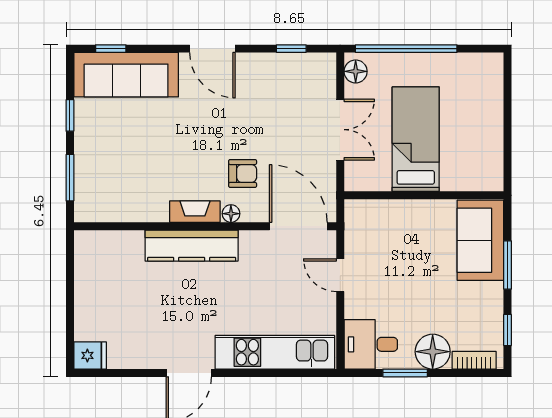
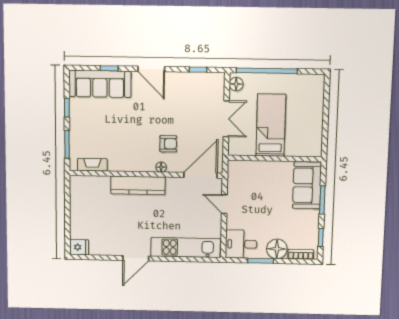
window: (111, 49) -> (109, 68), moved
fireplace: (195, 212) -> (92, 165), moved
door: (298, 226) -> (200, 175), hinge flipped

